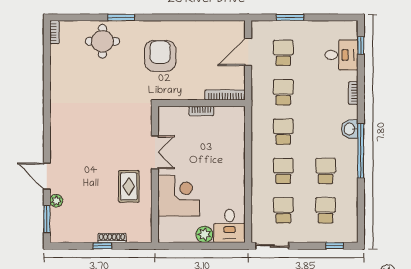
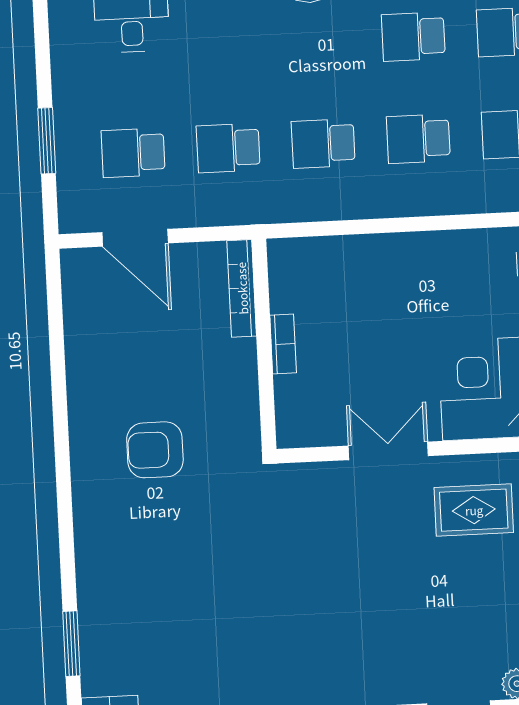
window: (121, 17) -> (71, 644), moved
round table: (102, 41) -> (126, 591), removed
armchair: (160, 56) -> (155, 450), width x0.73, depth x0.73

